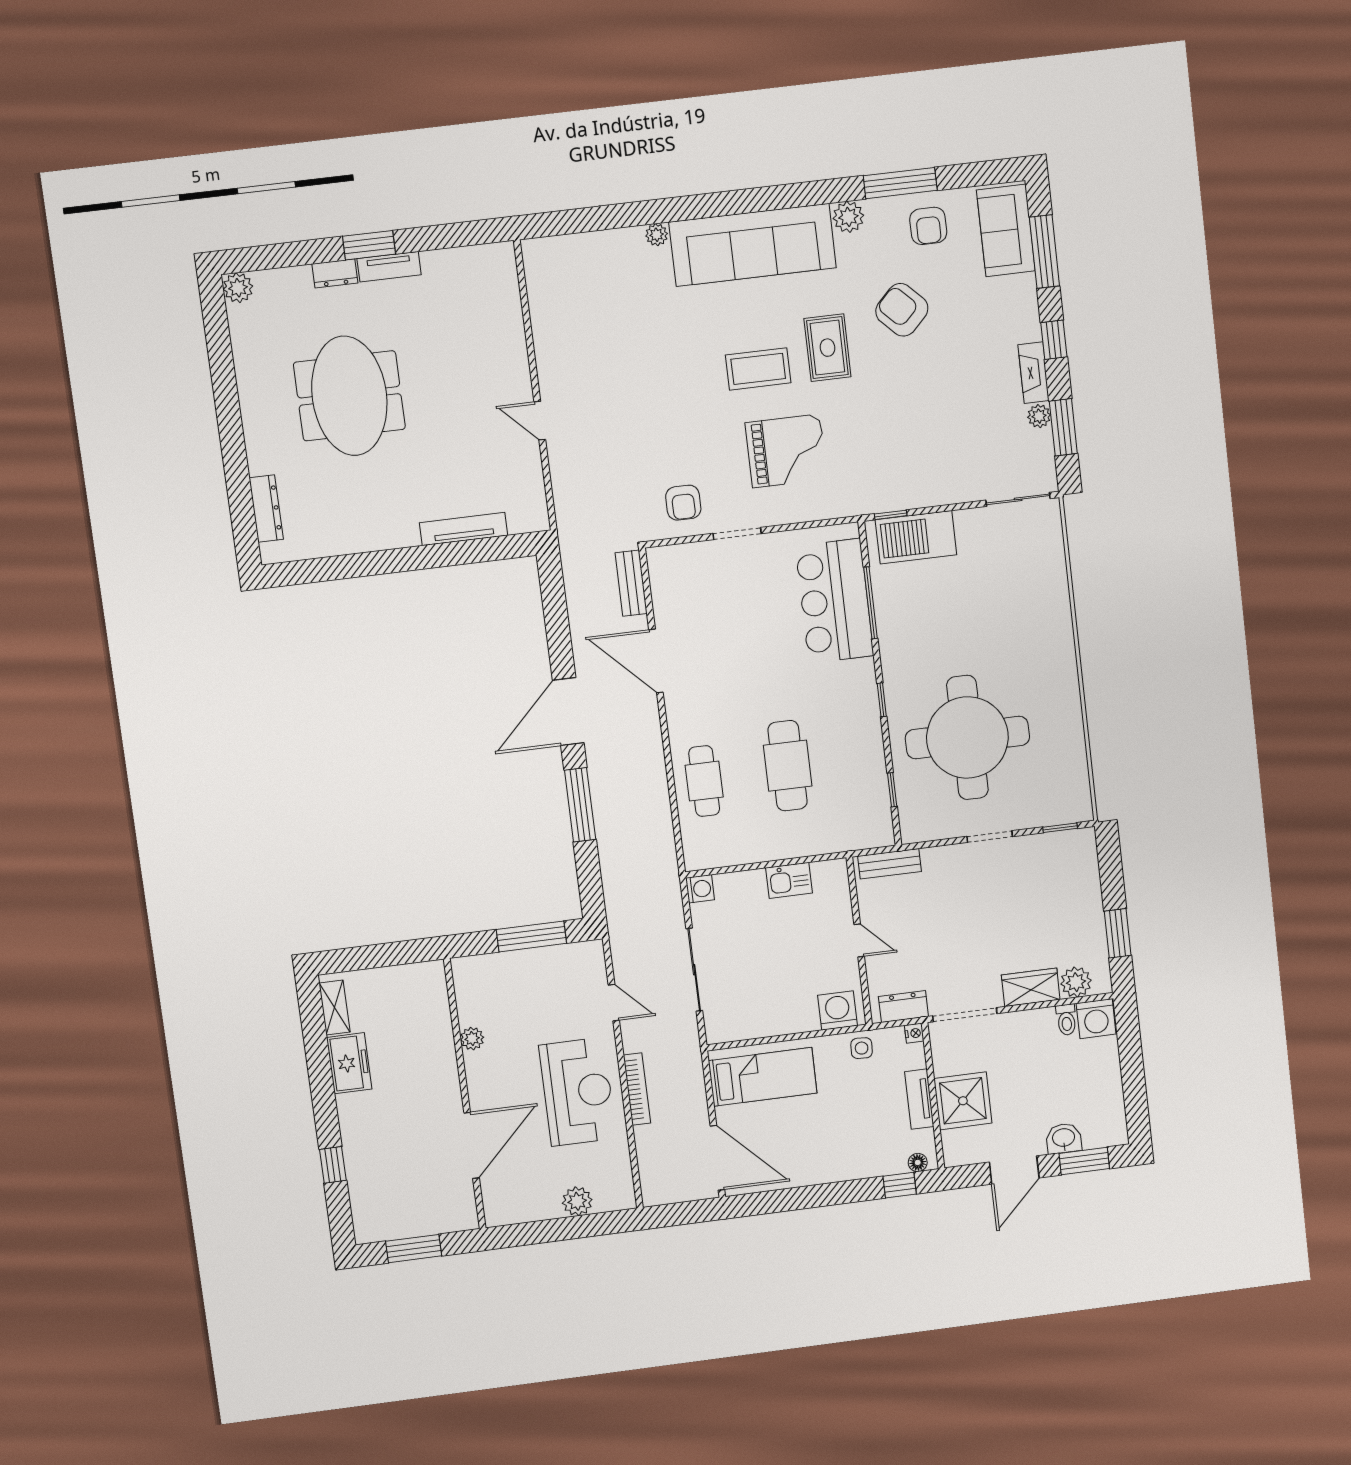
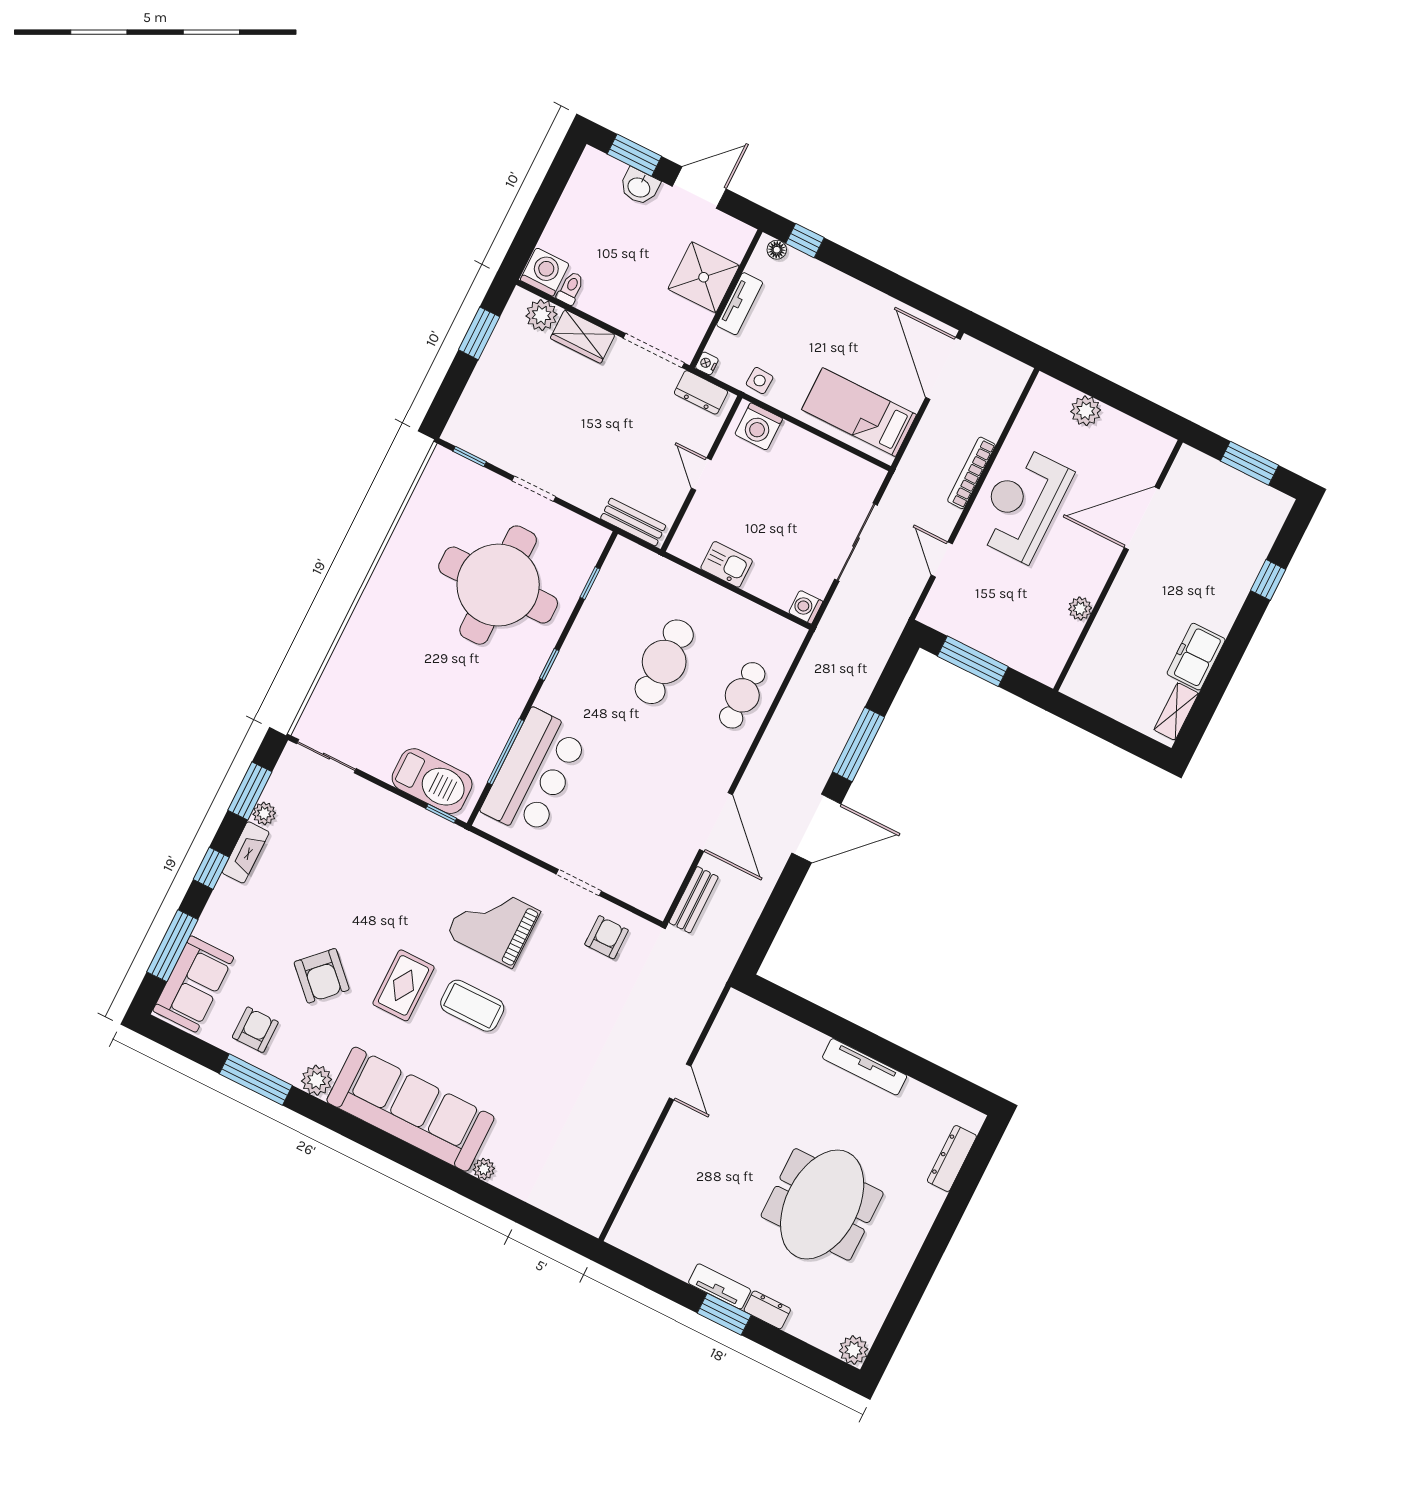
tv unit: (464, 529) -> (865, 1067), moved

